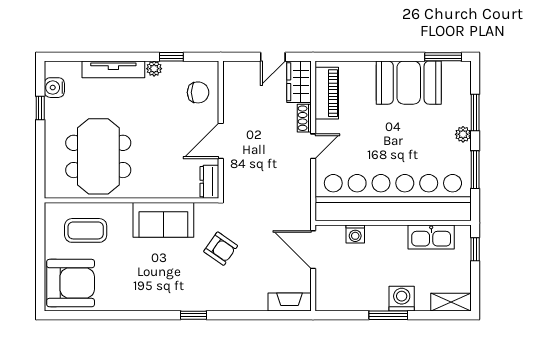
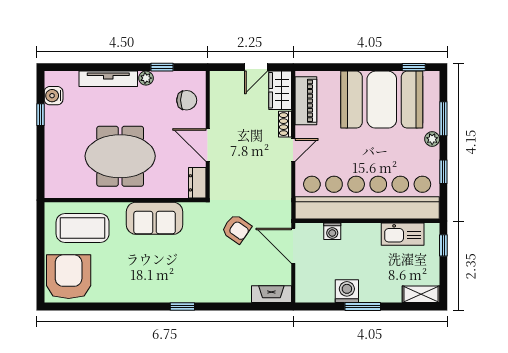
window: (443, 57) -> (414, 67), width x0.67
booth: (409, 83) -> (382, 100), width x1.36, depth x1.42
door: (221, 141) -> (208, 145), hinge flipped
meeting table: (98, 156) -> (120, 156), moved, turned 90
window: (475, 170) -> (443, 172), width x0.67
coffee table: (86, 230) -> (83, 228), width x1.36, depth x1.32
armchair: (221, 249) -> (236, 229), moved
armchair: (71, 283) -> (69, 277), turned -90
washing machine: (402, 299) -> (347, 291), moved

